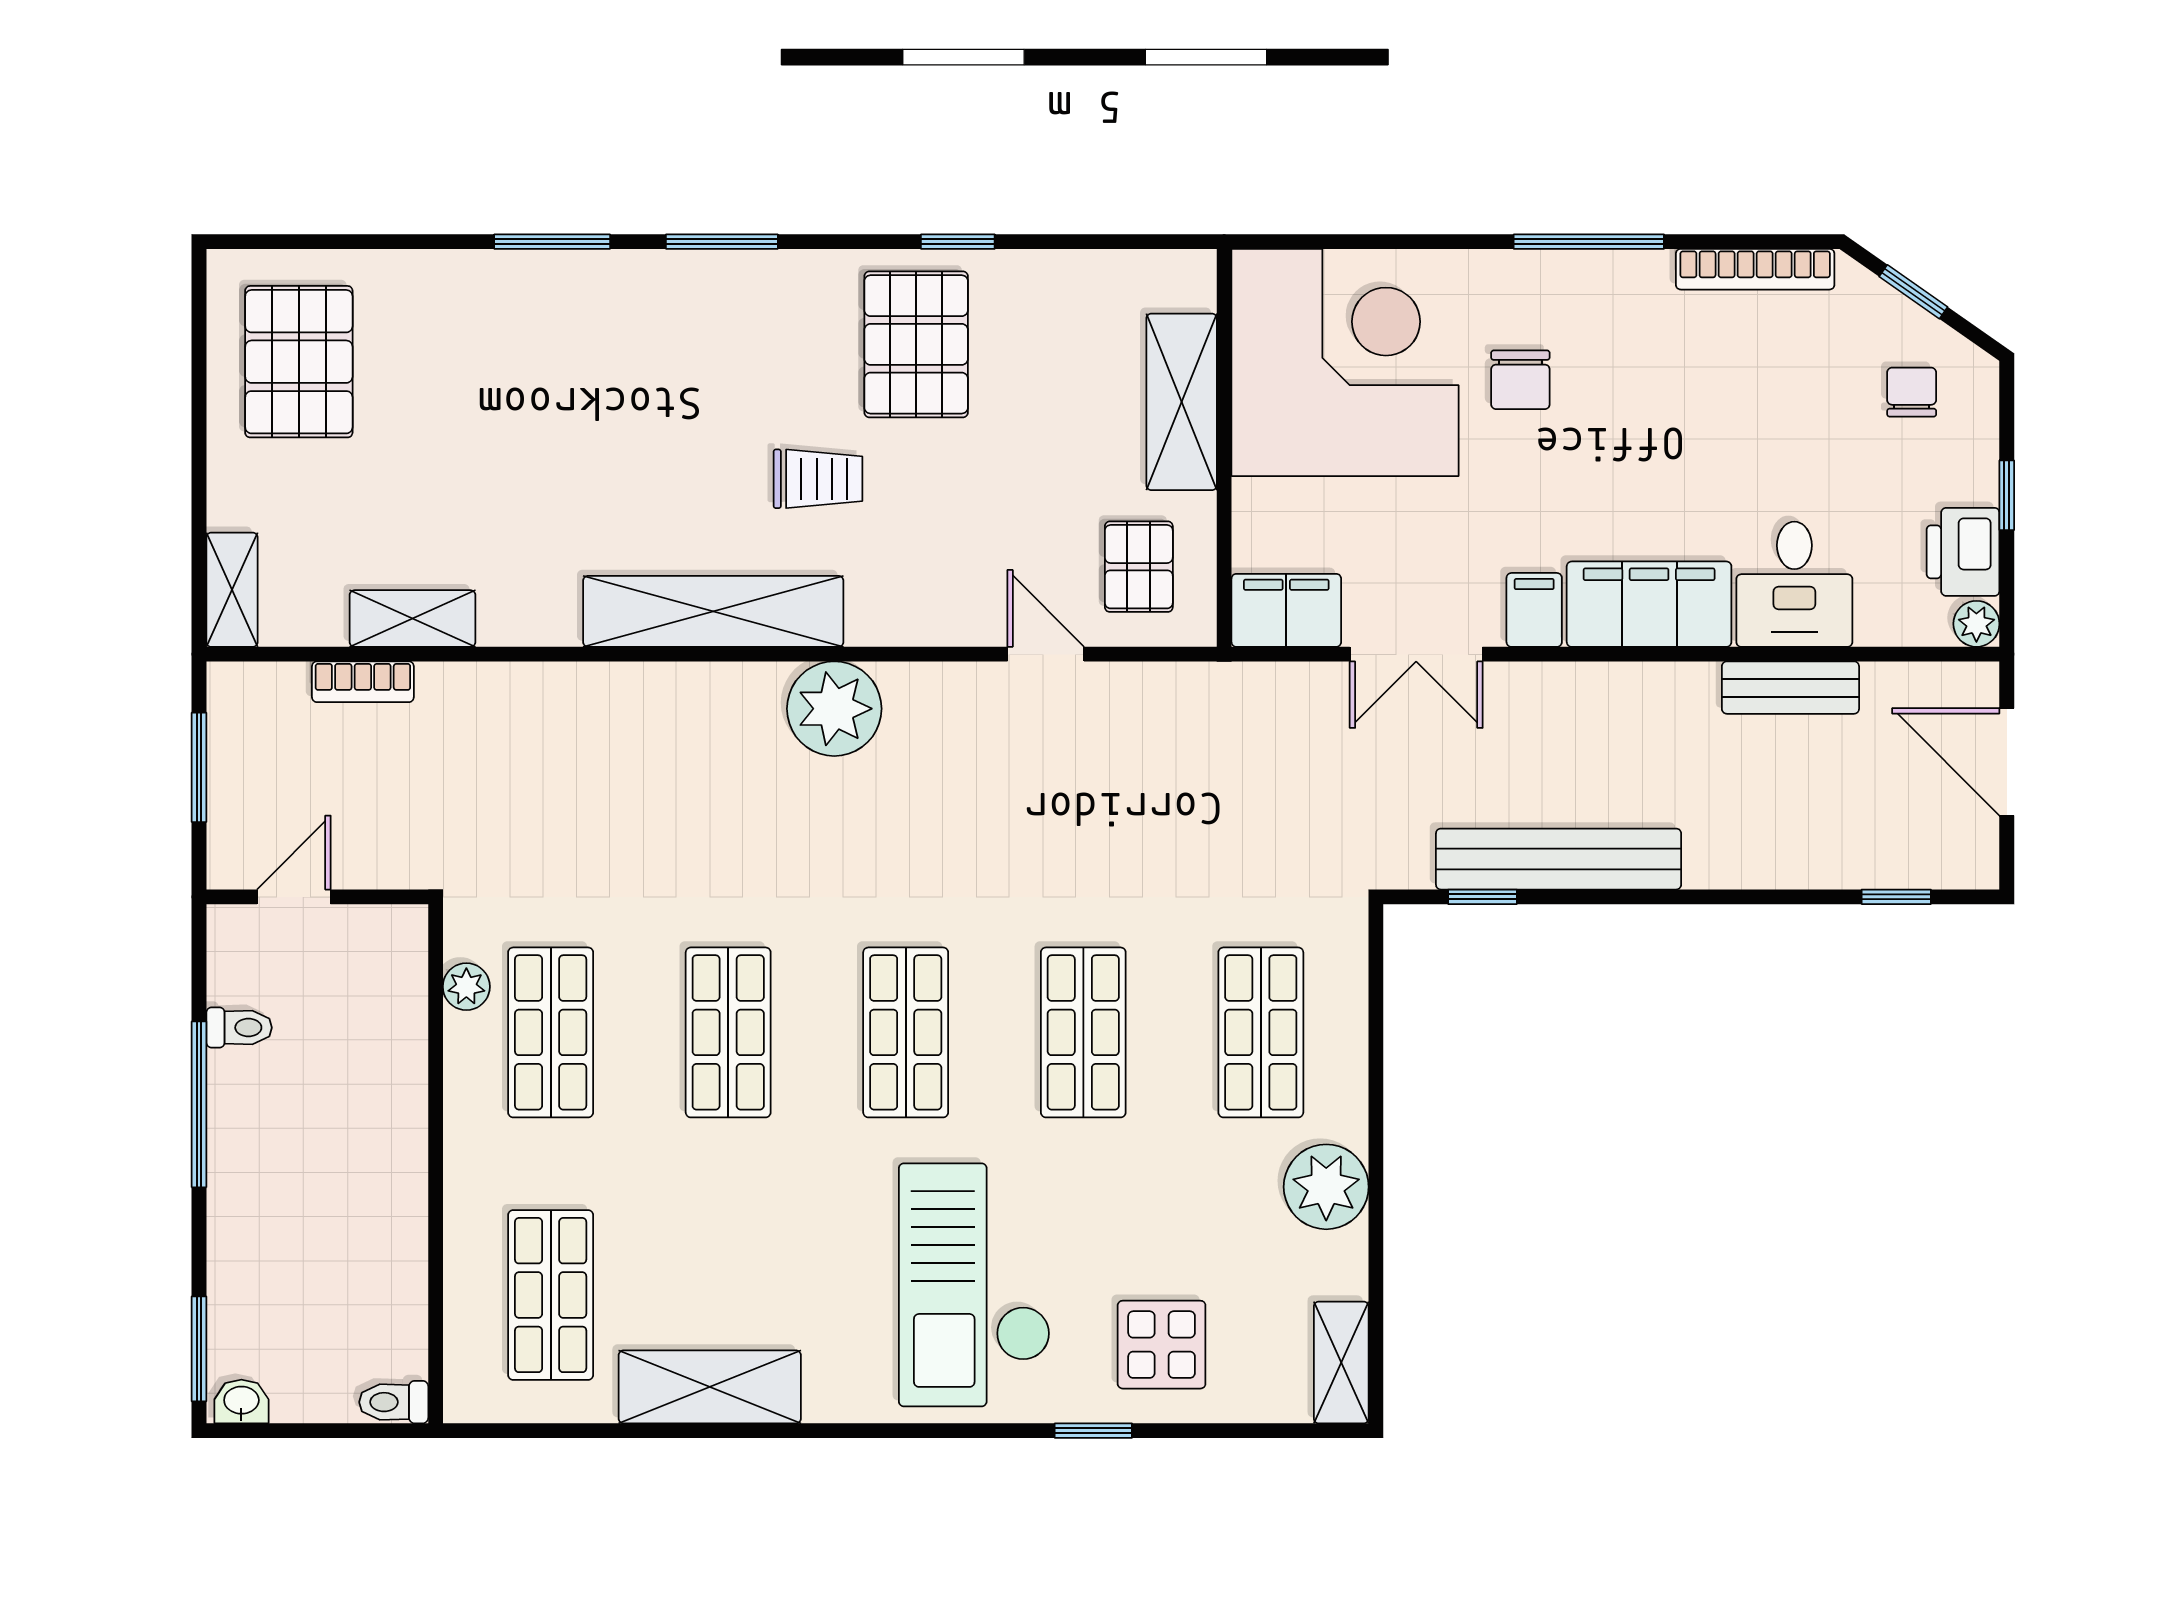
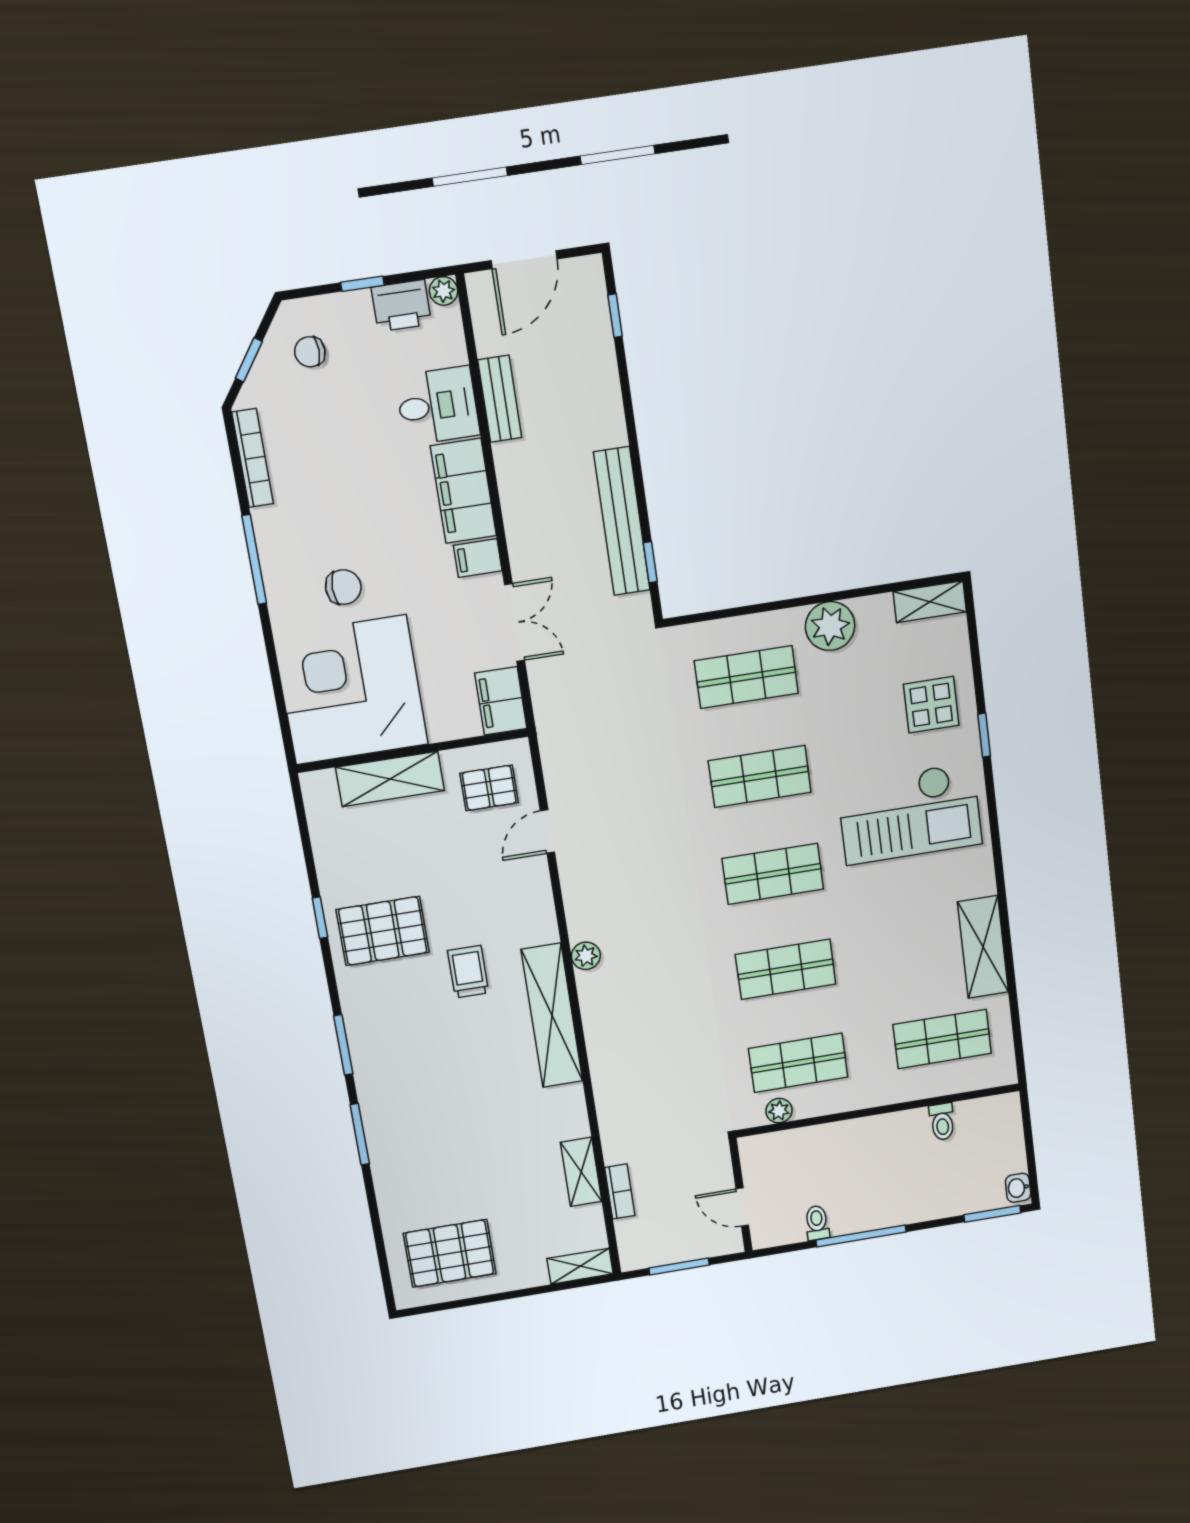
plant: (834, 709) -> (586, 956), width x0.53, depth x0.53
toilet: (394, 1402) -> (942, 1122), moved

